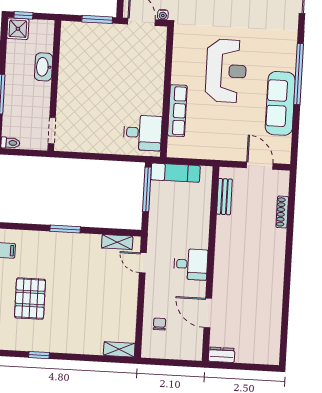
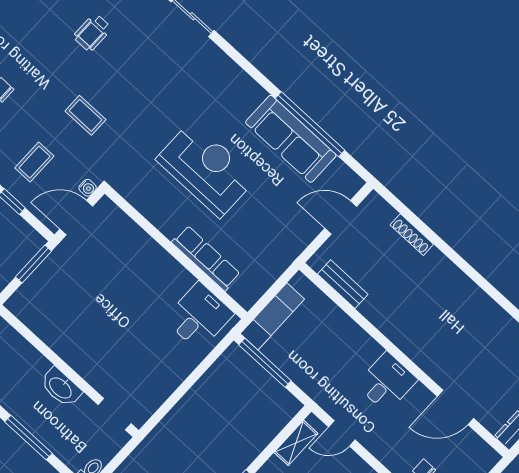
washbasin: (44, 67) -> (61, 387), moved
window: (299, 74) -> (310, 124), moved

